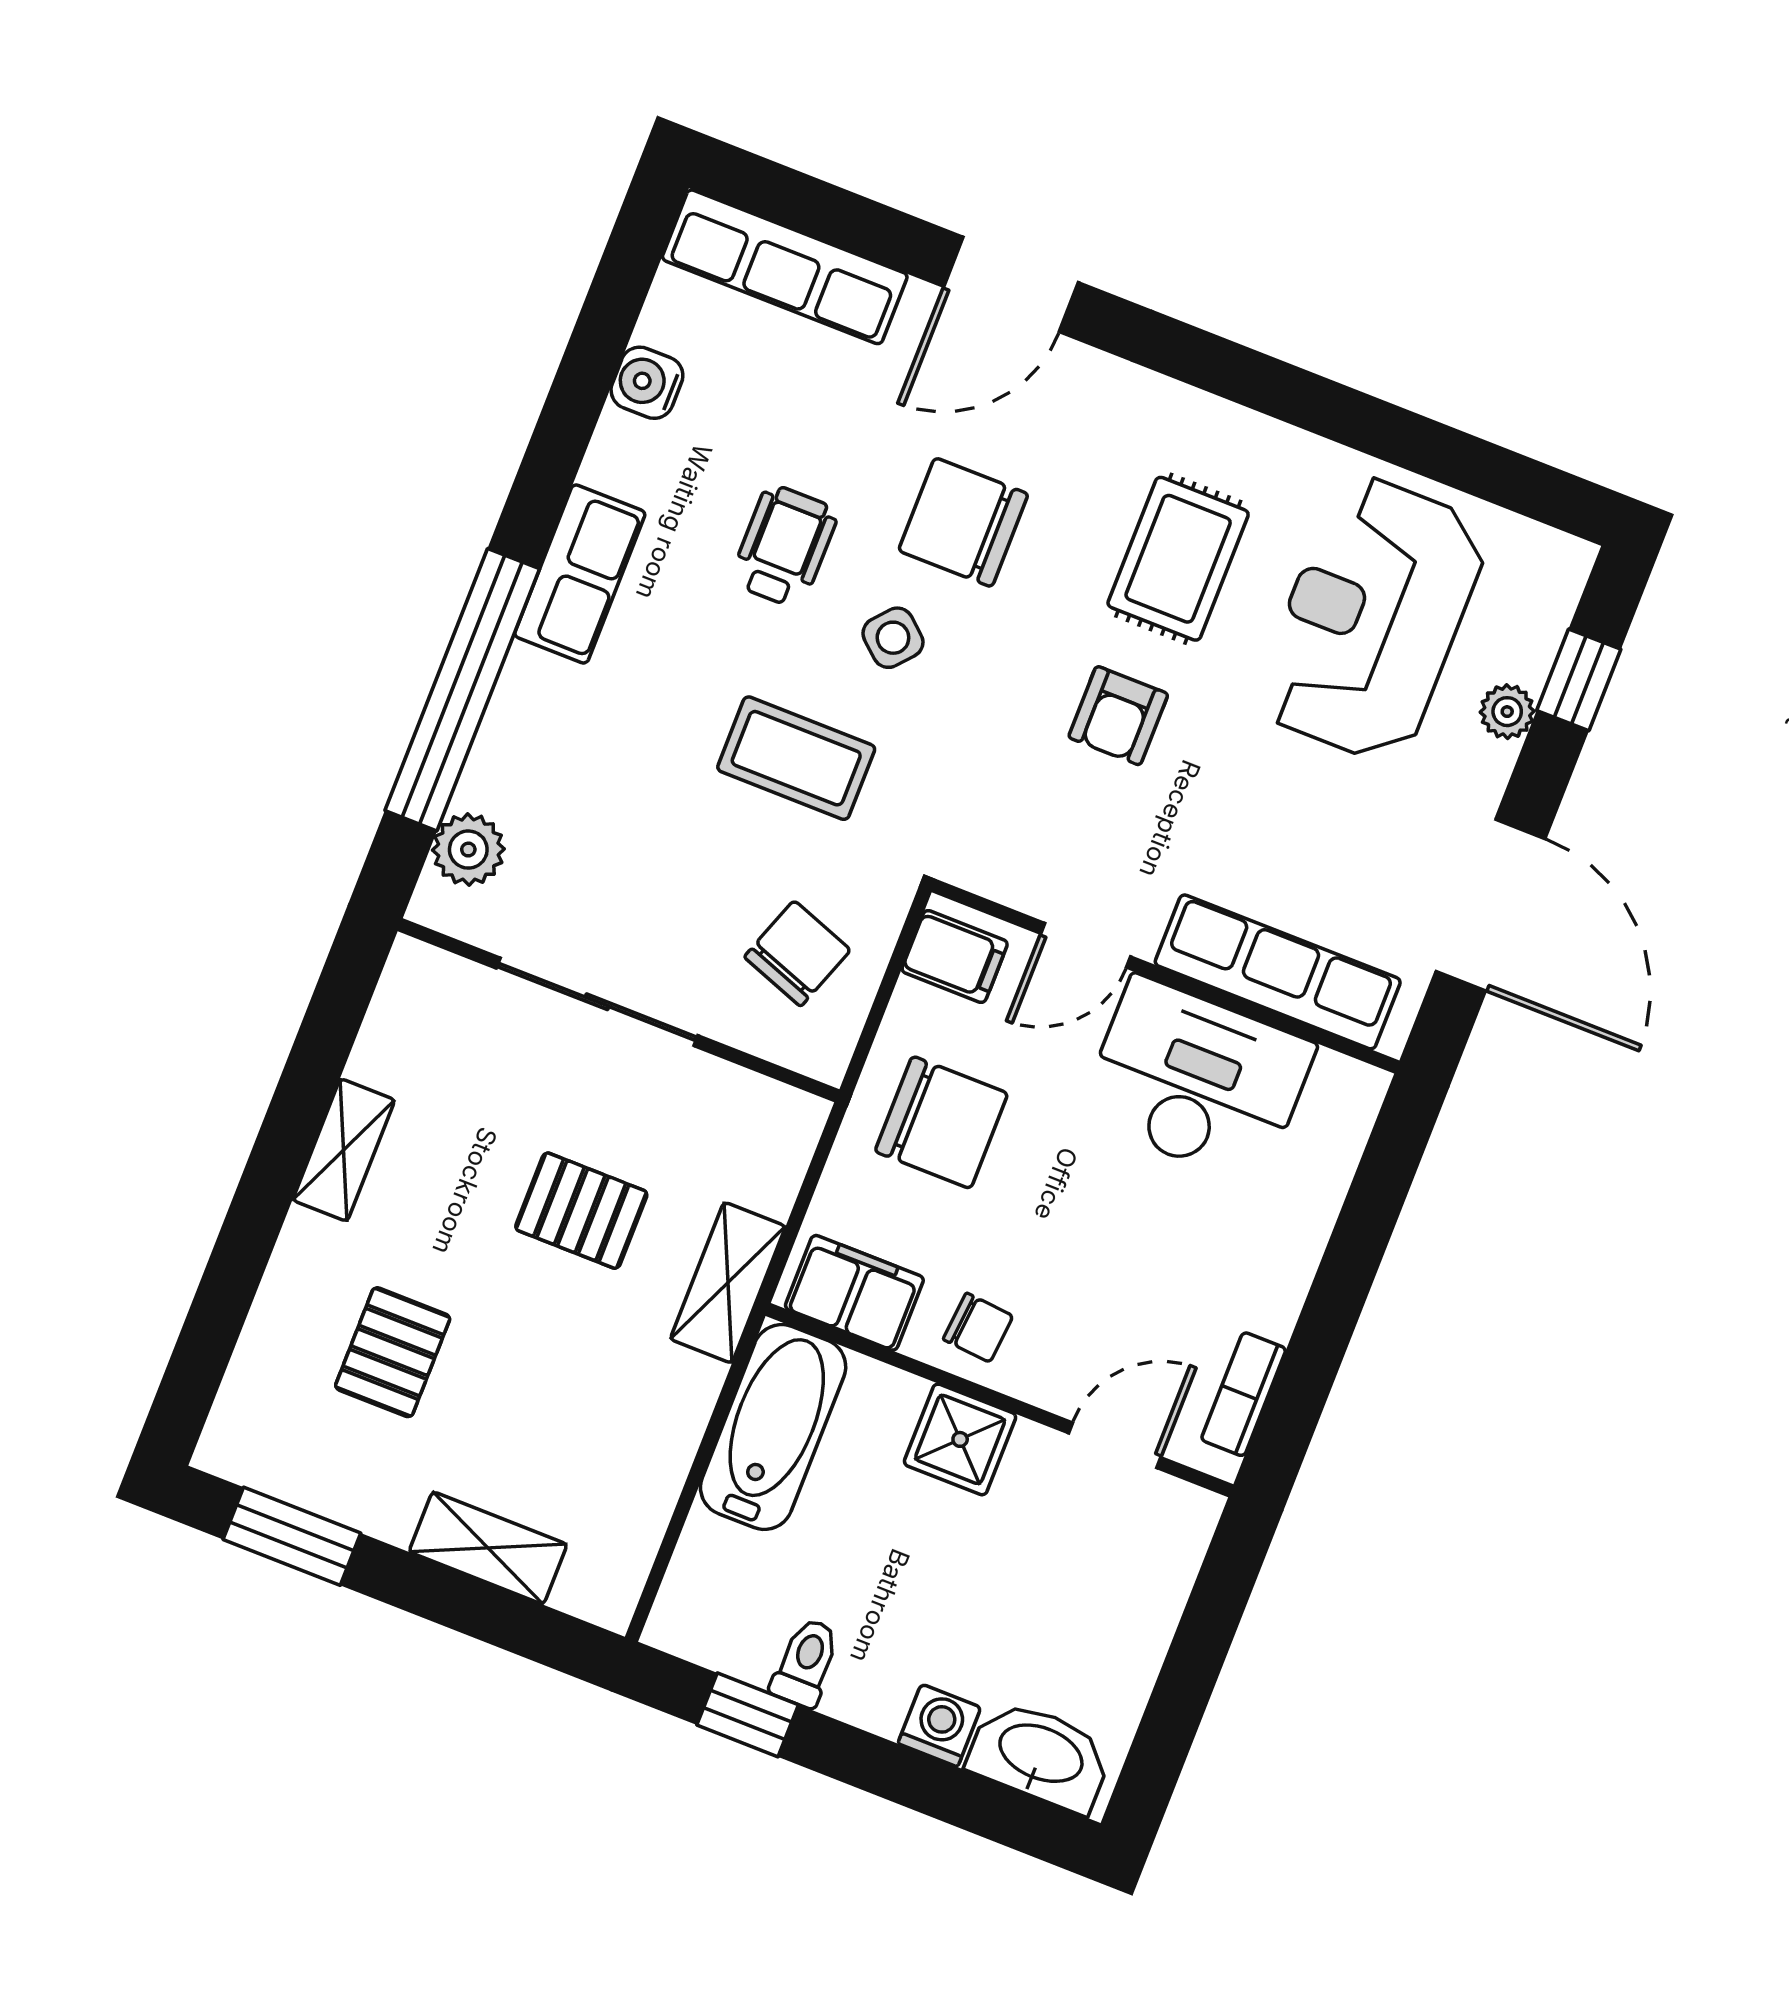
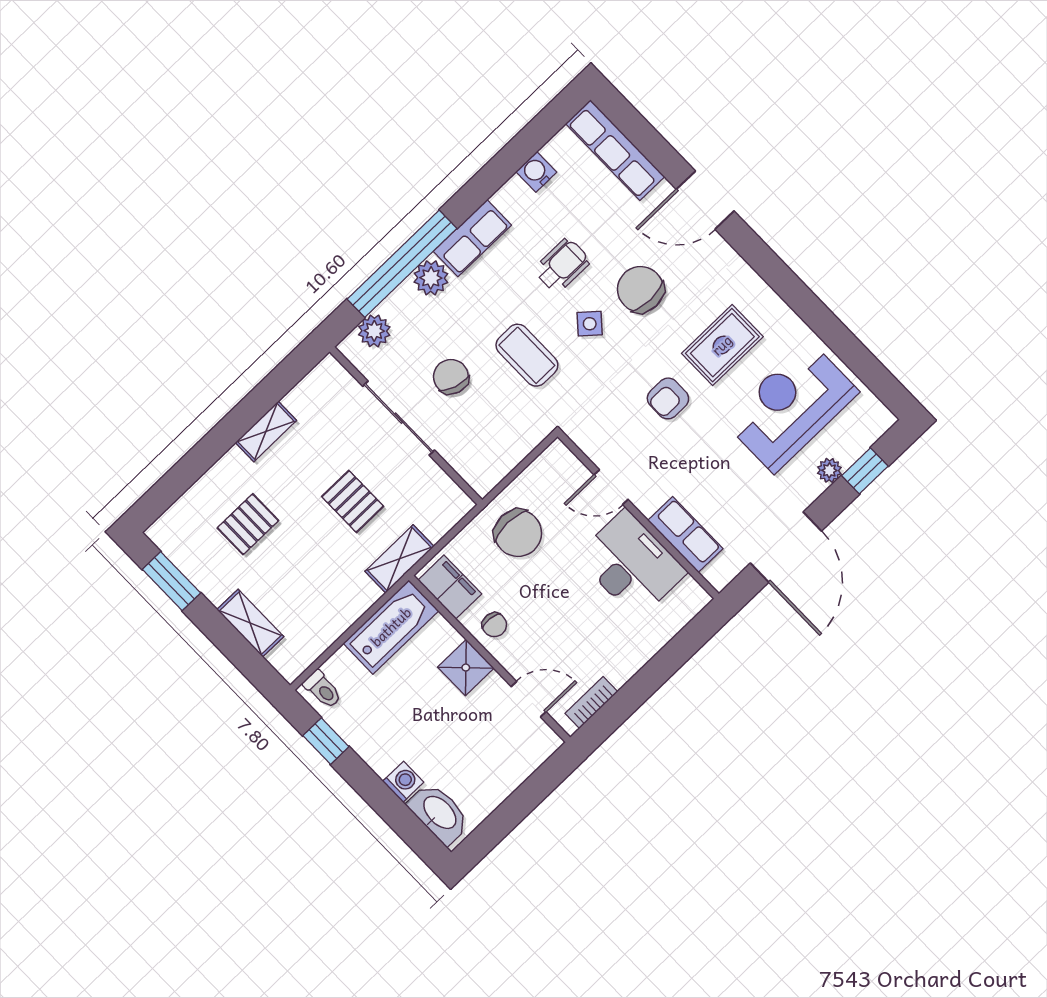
plant: (533, 691) -> (431, 278), added
chair: (797, 953) -> (451, 377), moved, turned -93
filing cabinet: (955, 956) -> (555, 467), removed
row of seats: (1278, 972) -> (685, 534), width x0.68
toilet: (806, 1663) -> (323, 689), moved, turned 90

